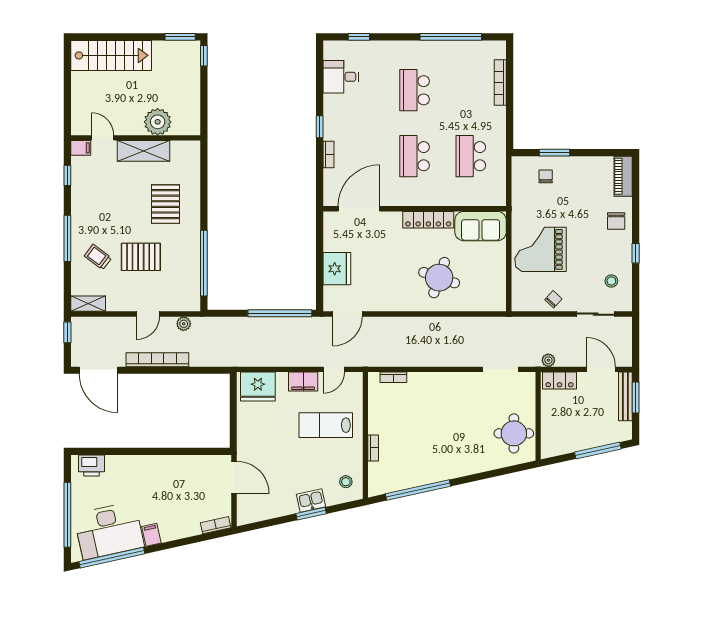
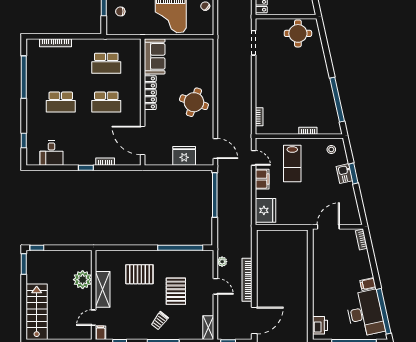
trolley: (98, 257) -> (160, 321), moved
round table: (439, 278) -> (194, 102), moved
plant: (548, 360) -> (247, 10), removed

